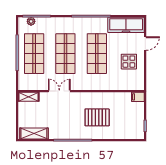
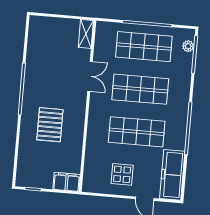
filing cabinet: (138, 97) -> (67, 182), width x2.00
shelving: (34, 134) -> (35, 37), removed

